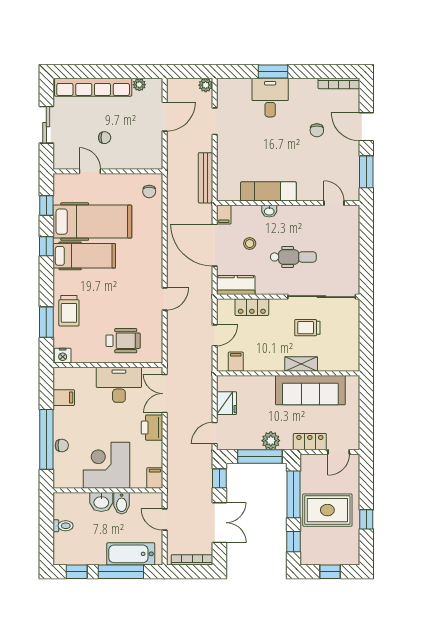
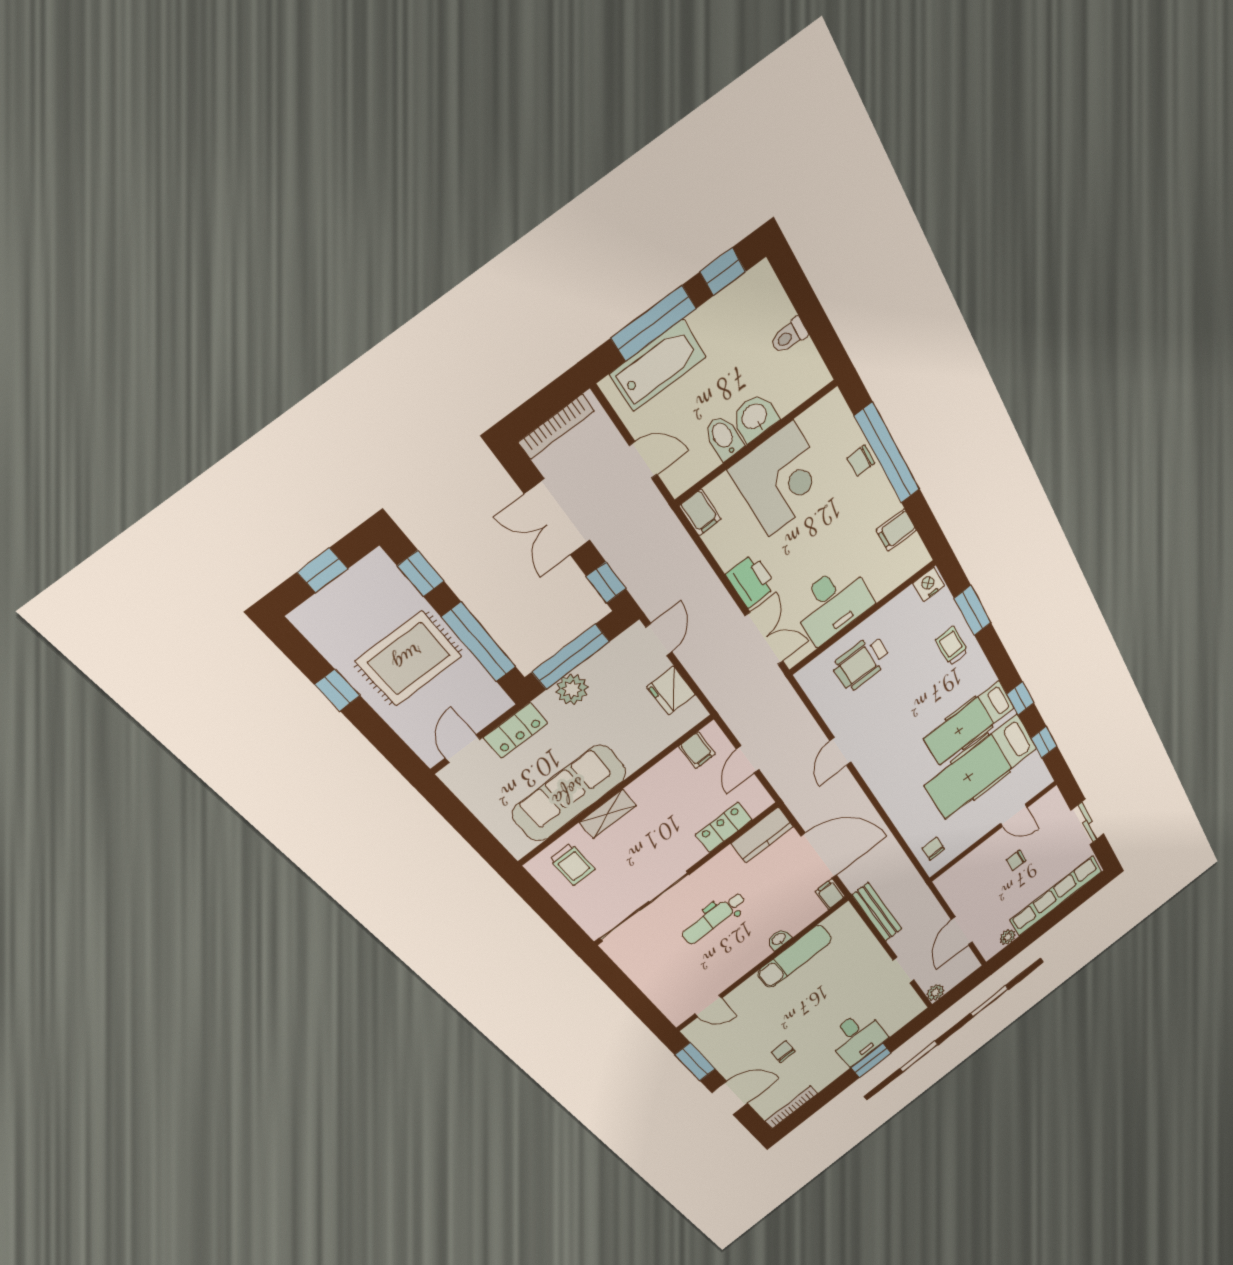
stool: (250, 244) -> (778, 890), removed
trolley: (69, 311) -> (952, 646), width x0.73, depth x0.72
trolley: (307, 328) -> (572, 864), moved, turned 90

